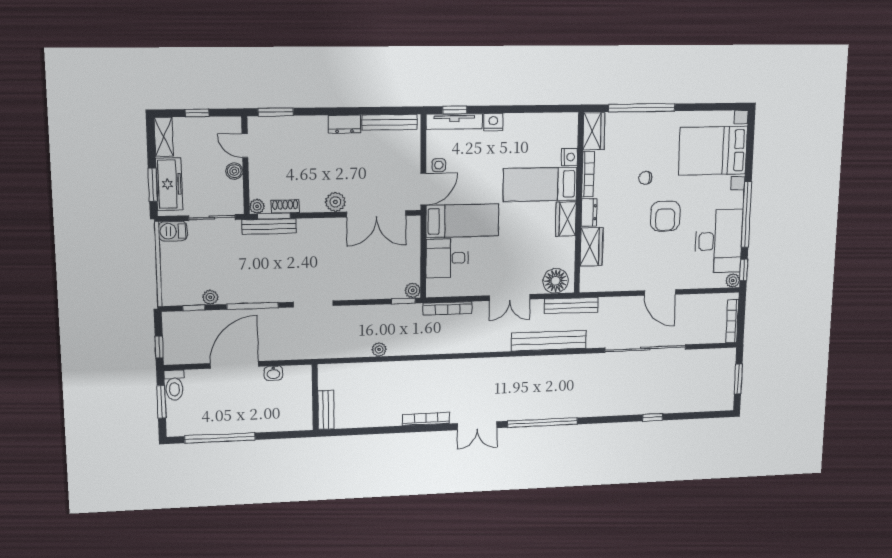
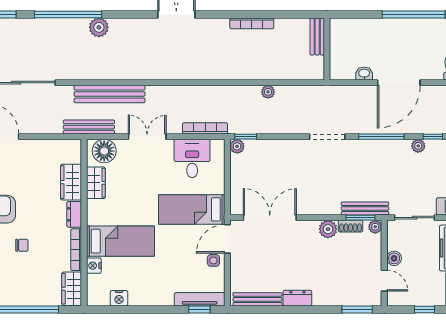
nightstand: (493, 122) -> (119, 298), moved
plant: (335, 202) -> (328, 229), moved
wardrobe: (566, 219) -> (96, 183), moved
desk: (447, 258) -> (192, 158), moved, turned -90
plant: (558, 409) -> (99, 27), added
bookcase: (426, 419) -> (252, 23), moved
window: (542, 423) -> (68, 14), moved

